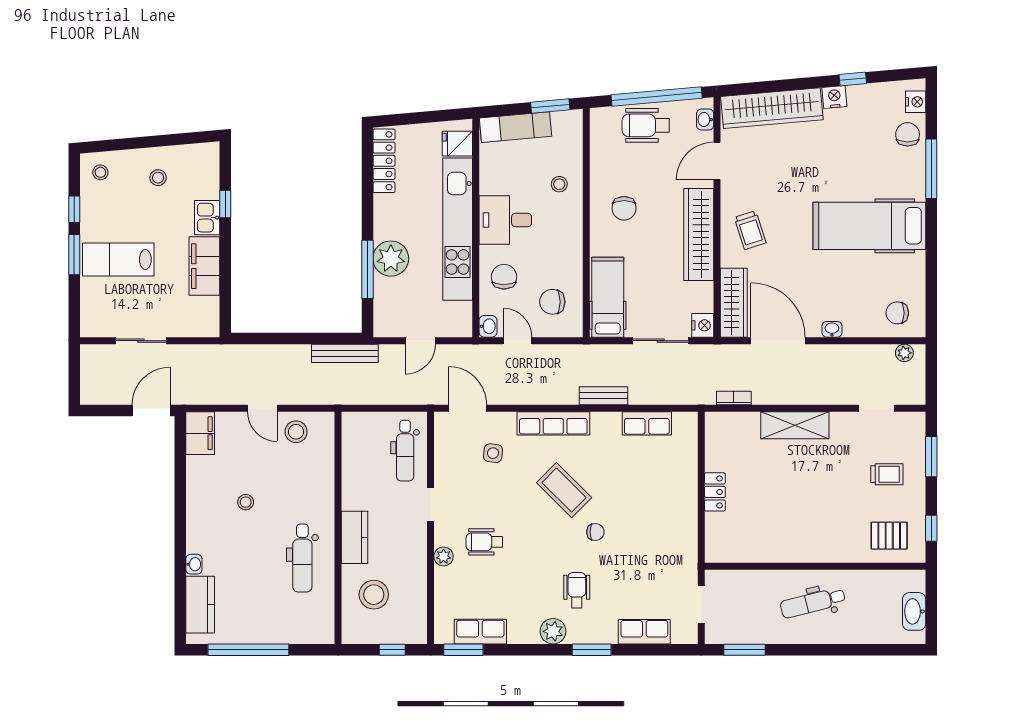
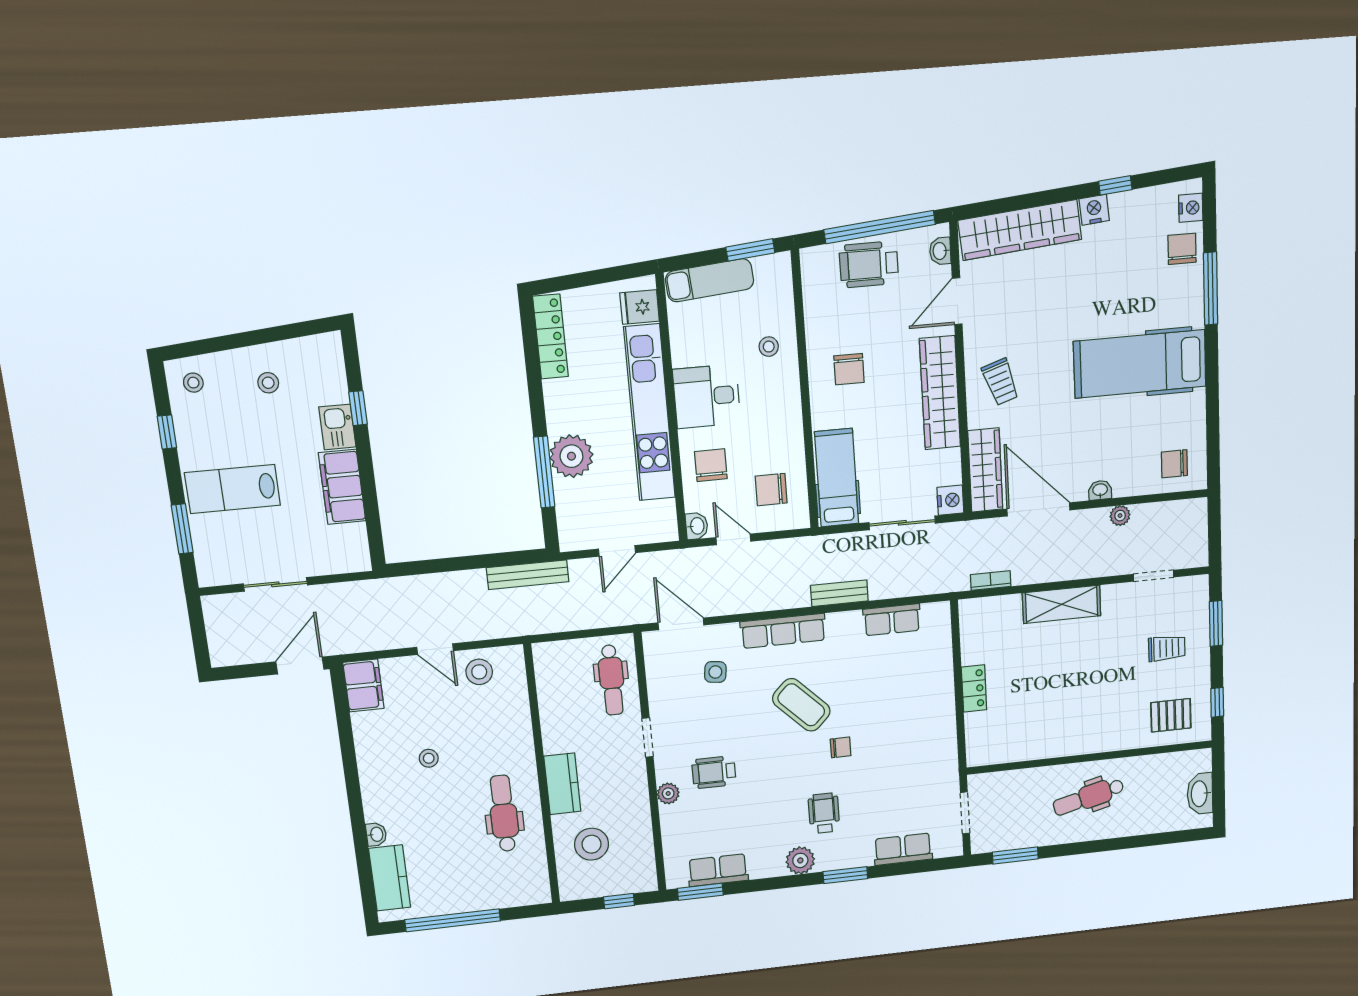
window: (74, 255) -> (182, 529), moved
plant: (904, 353) -> (1120, 516), moved
dental chair: (302, 558) -> (504, 813), turned 180

